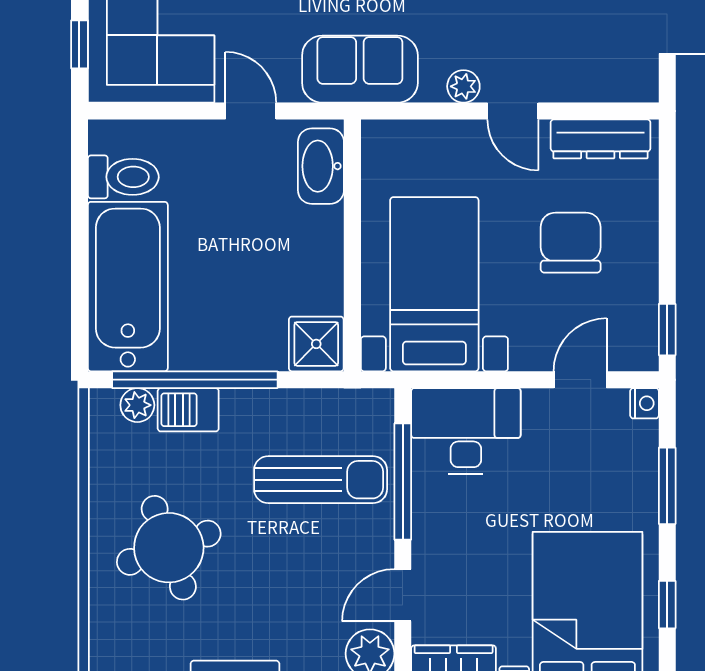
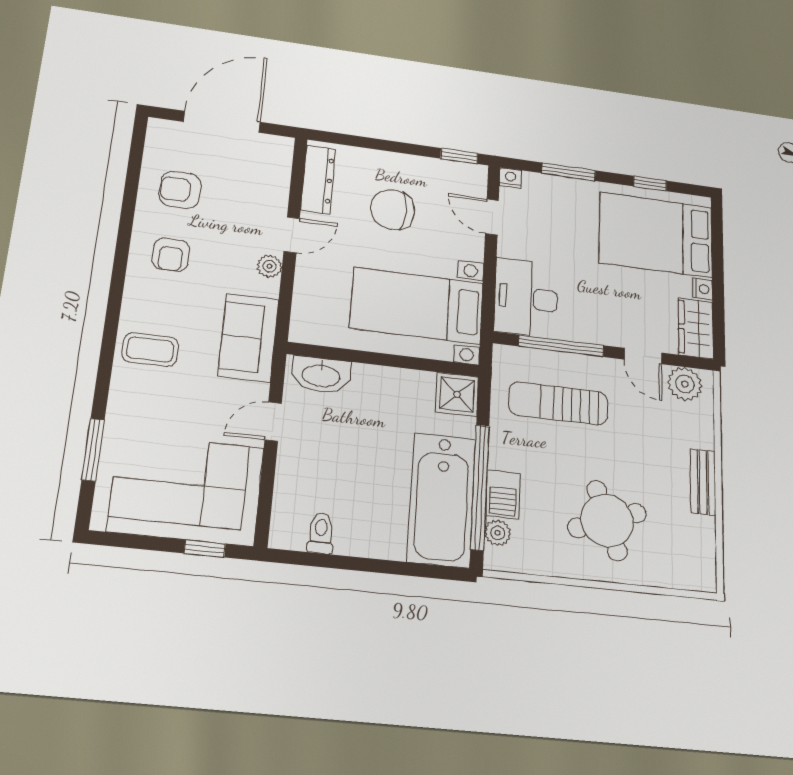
toilet: (123, 177) -> (321, 533), width x0.73, depth x0.72
bathtub: (128, 287) -> (442, 500), moved, turned -90
sun lounger: (321, 480) -> (558, 403), turned -90

